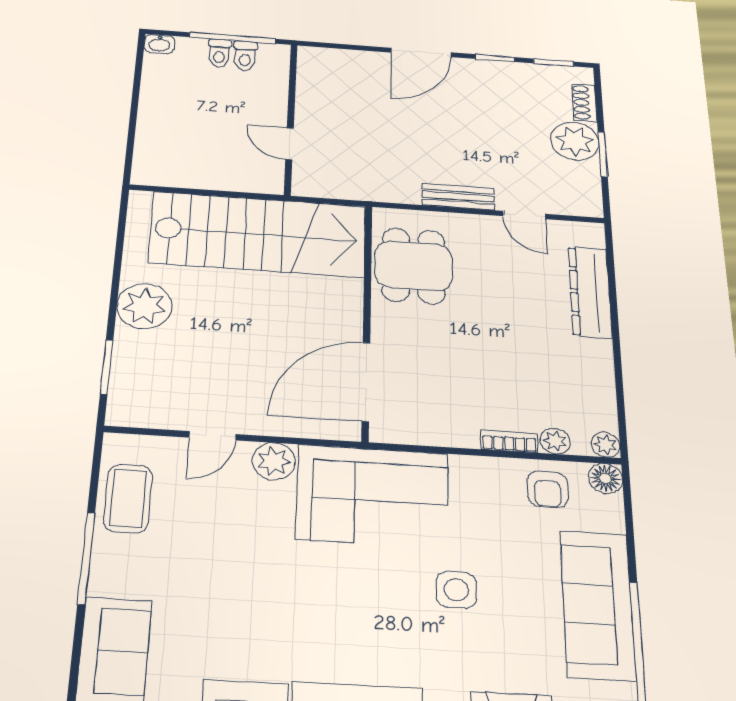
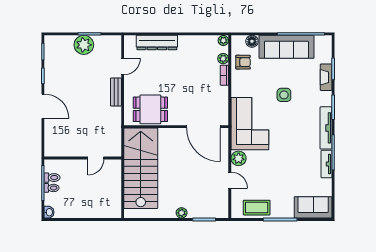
shoe rack: (584, 103) -> (63, 40), removed
plant: (144, 306) -> (182, 213), width x0.53, depth x0.53
floor lamp: (605, 478) -> (252, 41), moved

